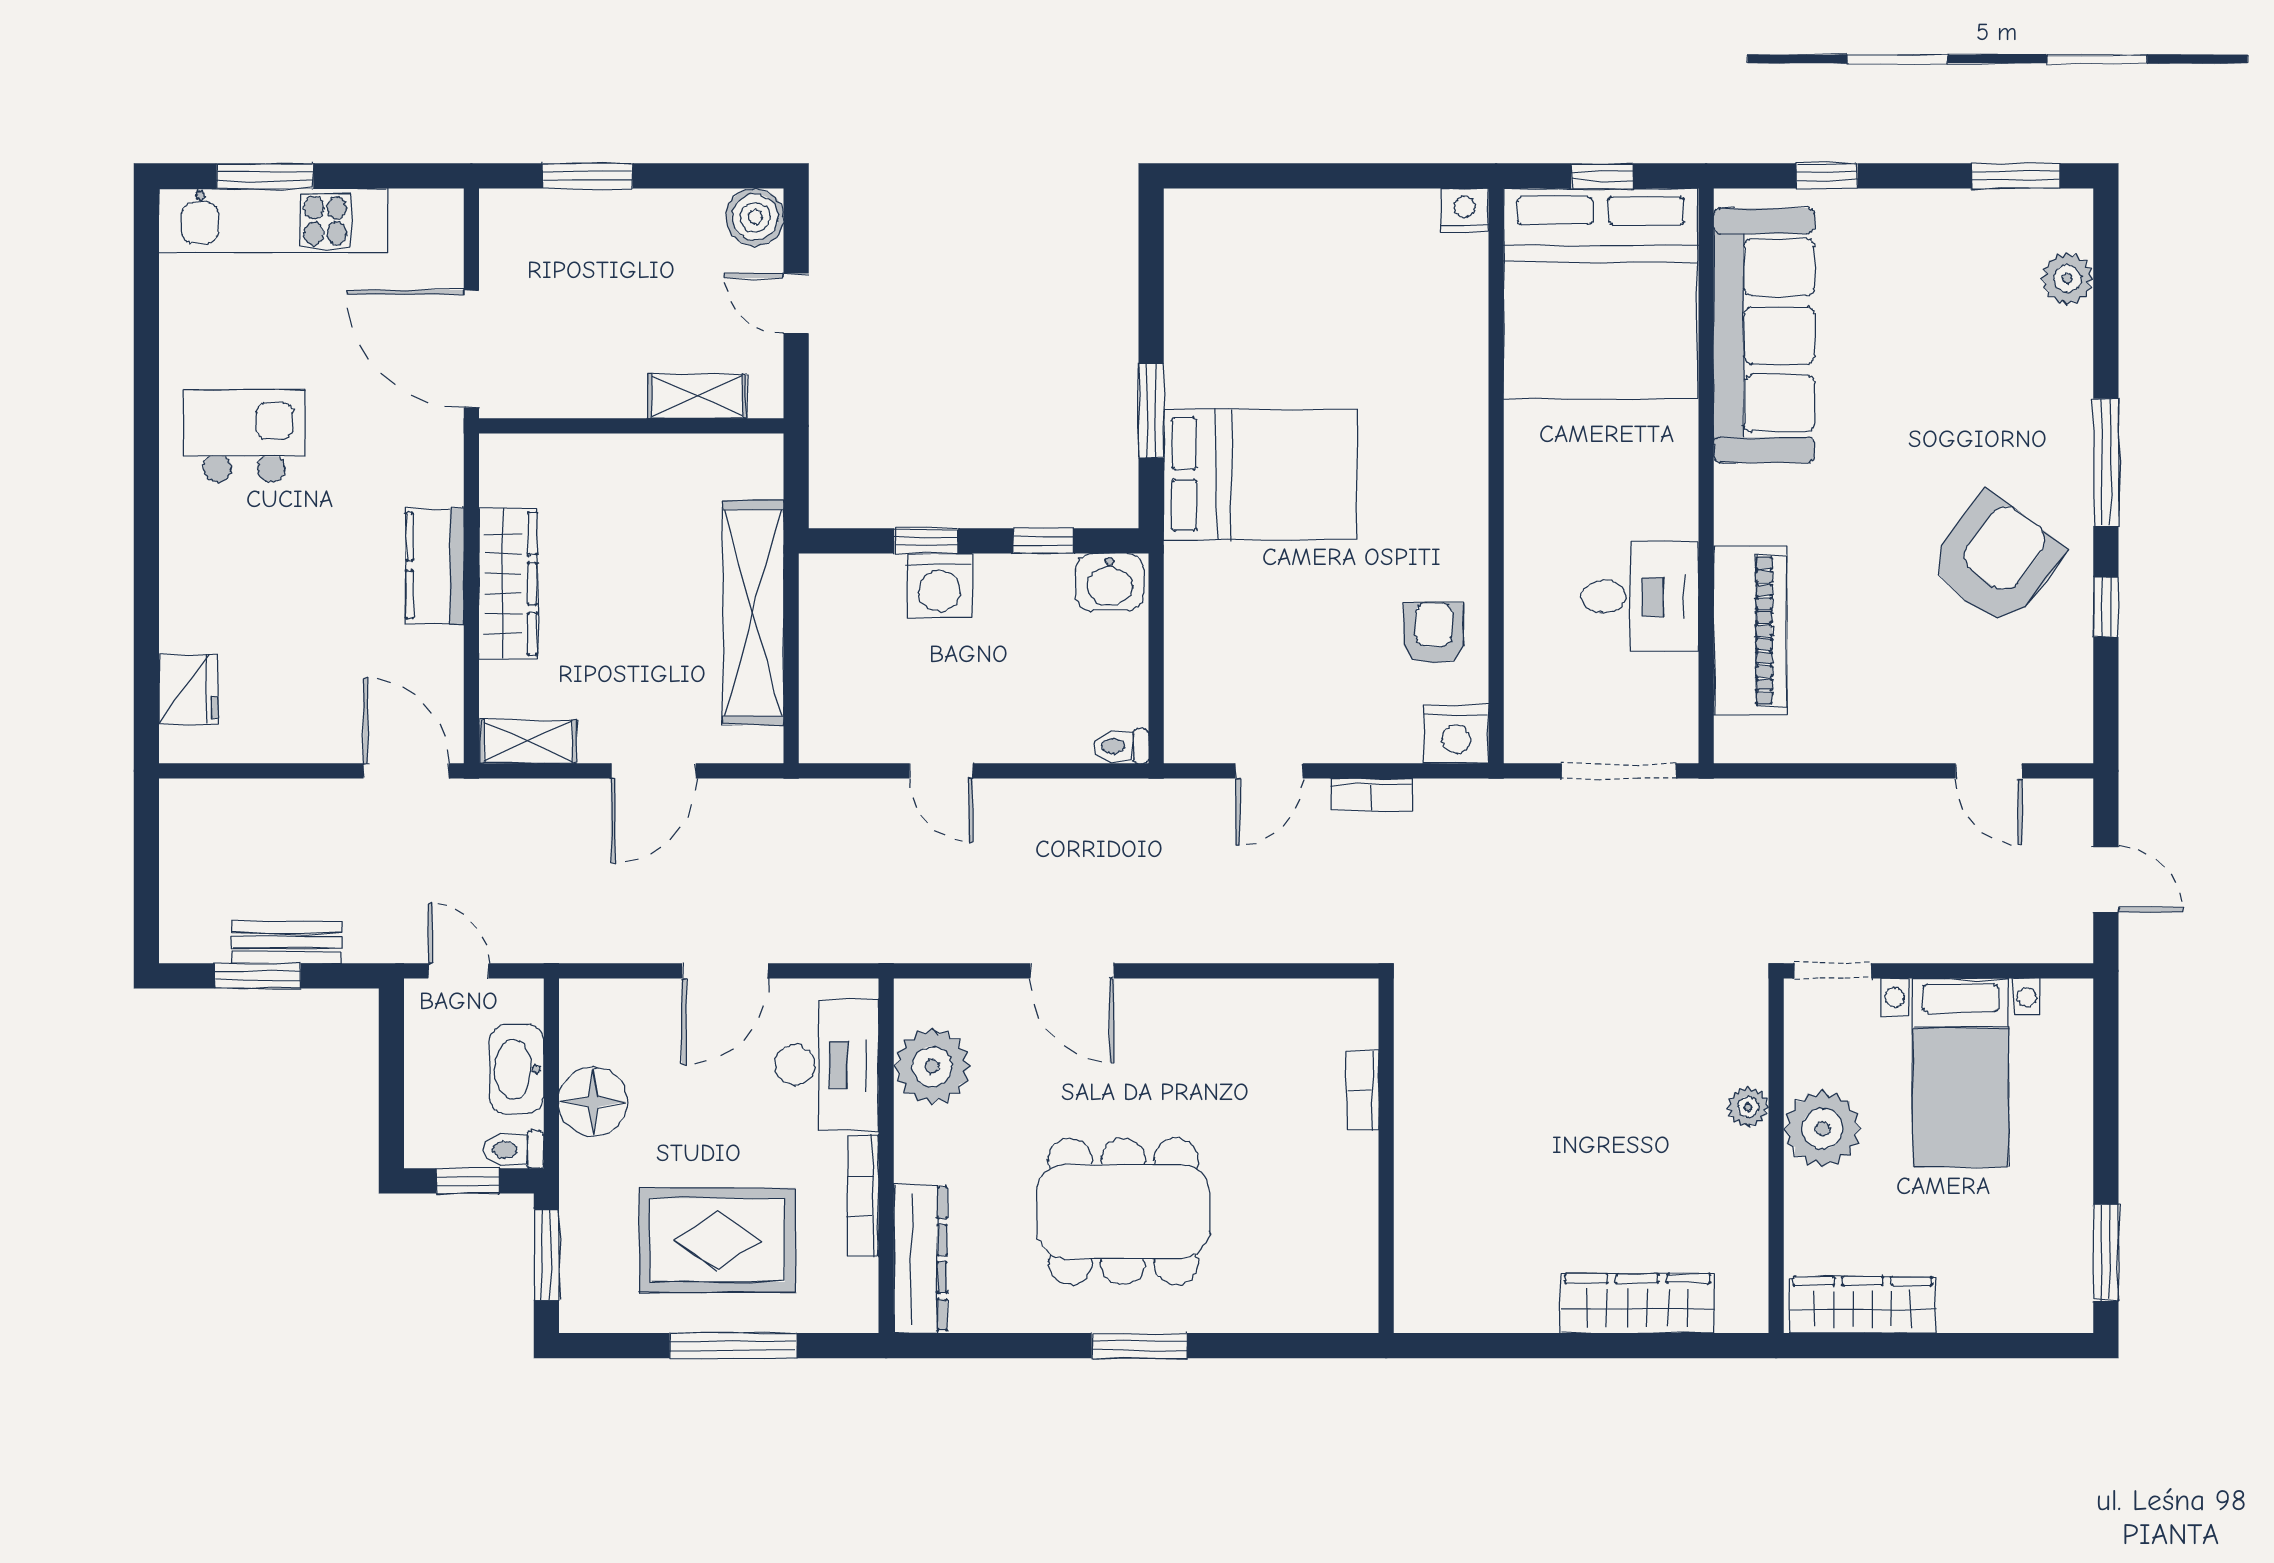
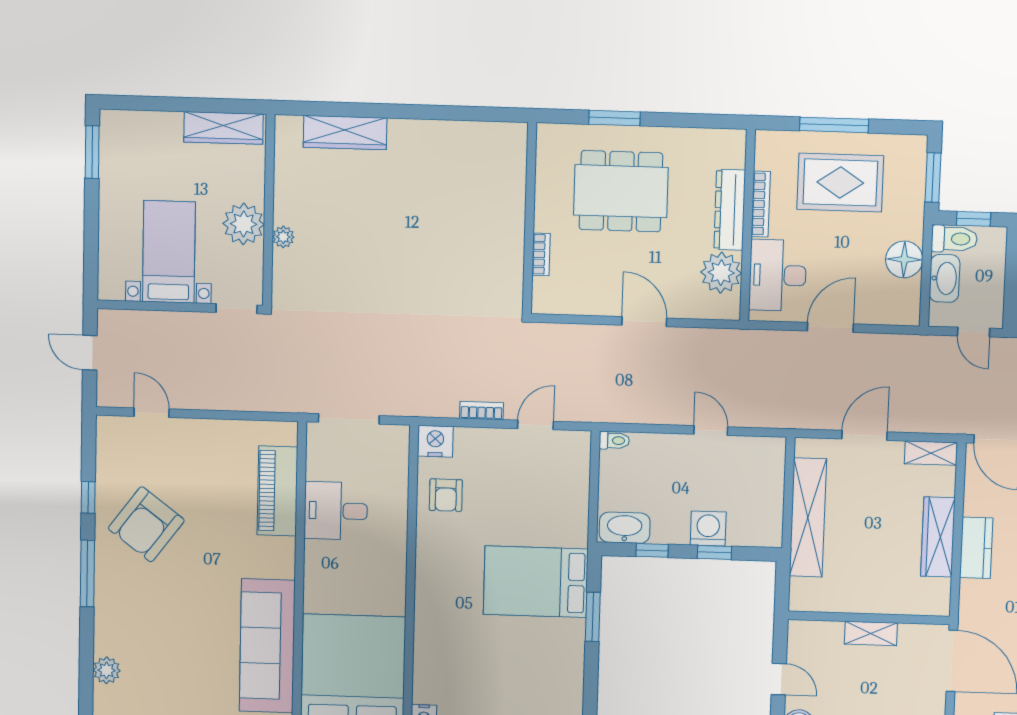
shelving: (697, 396) -> (871, 633), moved
washbasin: (1109, 582) -> (625, 528), width x1.38
bookcase: (1363, 1090) -> (541, 254), moved
toilet: (513, 1150) -> (954, 239), width x1.37, depth x1.39
wall: (1386, 1156) -> (530, 218), moved
dresser: (920, 1259) -> (730, 210), moved

